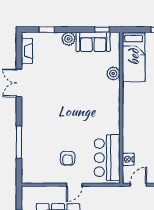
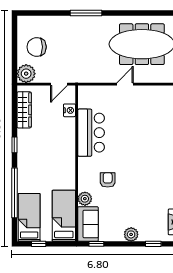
sofa: (93, 42) -> (88, 224), moved, turned 90
armchair: (68, 158) -> (108, 180), moved
bar counter: (107, 158) -> (91, 133), moved

